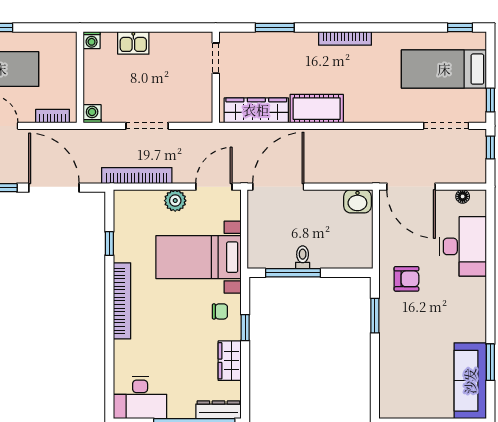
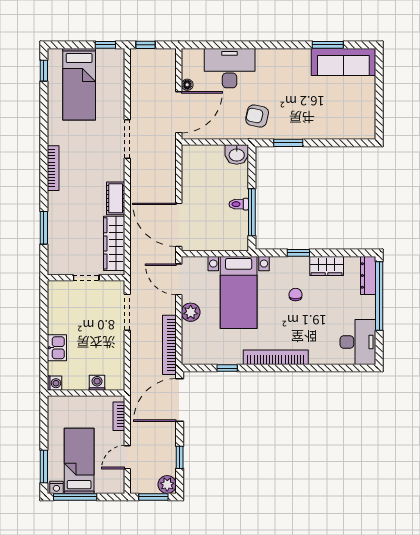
doorway: (216, 58) -> (86, 278), moved
cot: (317, 109) -> (116, 198), width x0.73, depth x0.75
washing machine: (92, 114) -> (97, 383), moved, turned 90
doorway: (147, 126) -> (127, 312), moved
doorway: (446, 126) -> (127, 139), moved
door: (54, 188) -> (180, 400), moved
floor lamp: (463, 196) -> (187, 85), moved
washbasin: (357, 201) -> (237, 154), moved, turned 90
armchair: (406, 279) -> (257, 116), turned -78
chair: (220, 311) -> (296, 295), moved

